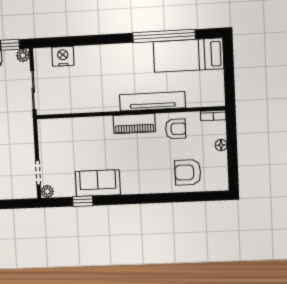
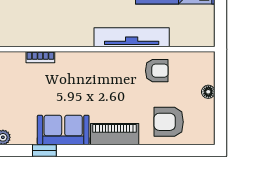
bookcase: (213, 115) -> (40, 57), moved
piano: (134, 124) -> (115, 134), moved, turned 180

